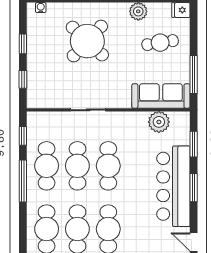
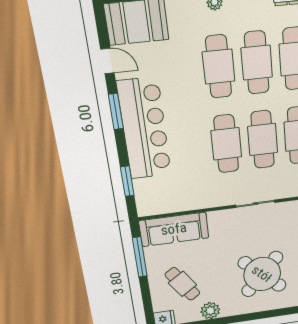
cafe table: (160, 43) -> (183, 284), turned 65
plant: (159, 122) -> (172, 201), removed
window: (194, 188) -> (116, 112), moved

